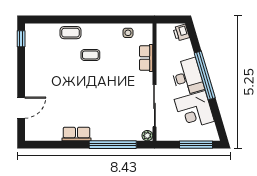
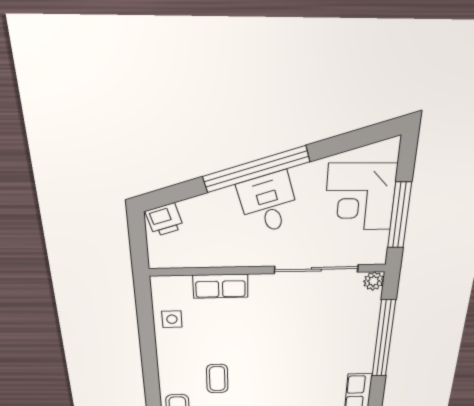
desk: (187, 77) -> (268, 203), width x0.73
corner desk: (194, 110) -> (360, 197), moved, turned 107
window: (196, 145) -> (399, 215), moved

